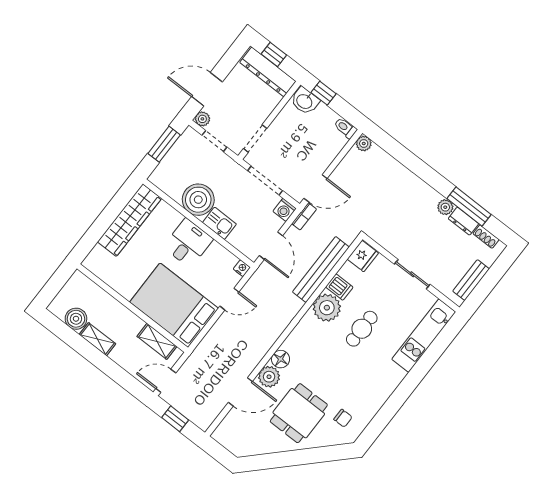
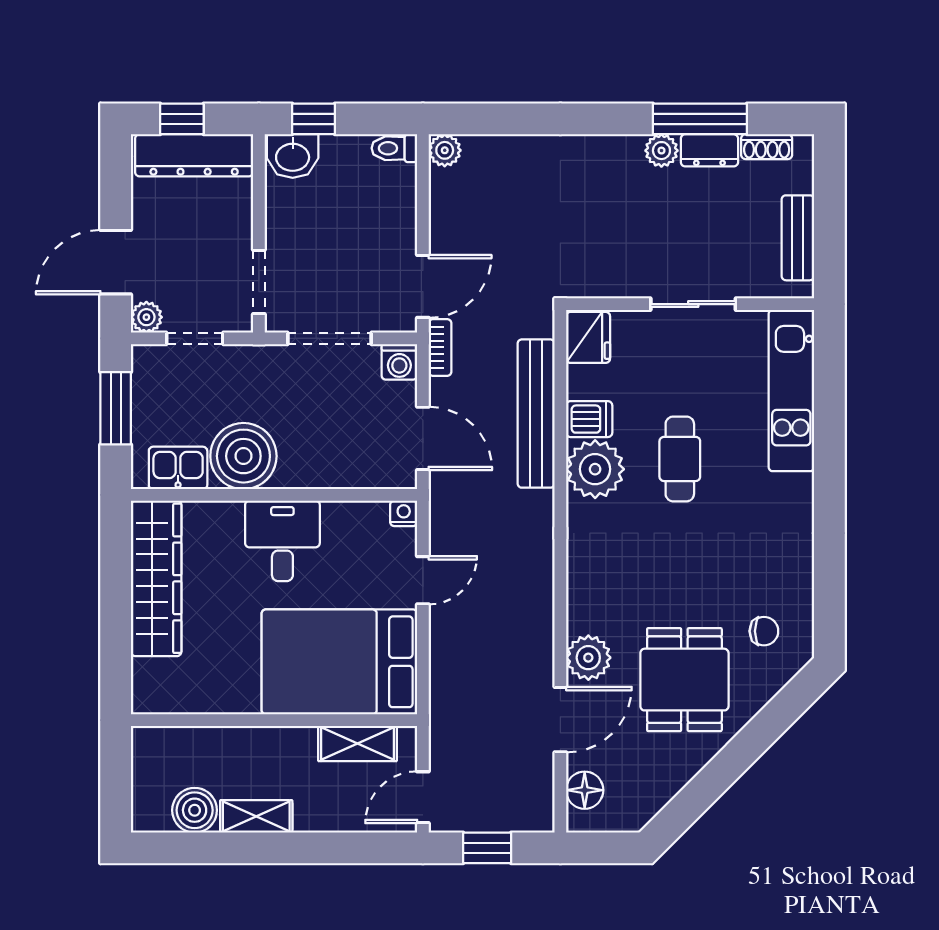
kitchen sink: (219, 223) -> (178, 468), moved
floor lamp: (281, 359) -> (585, 790), moved

